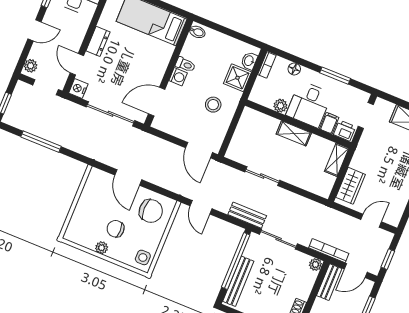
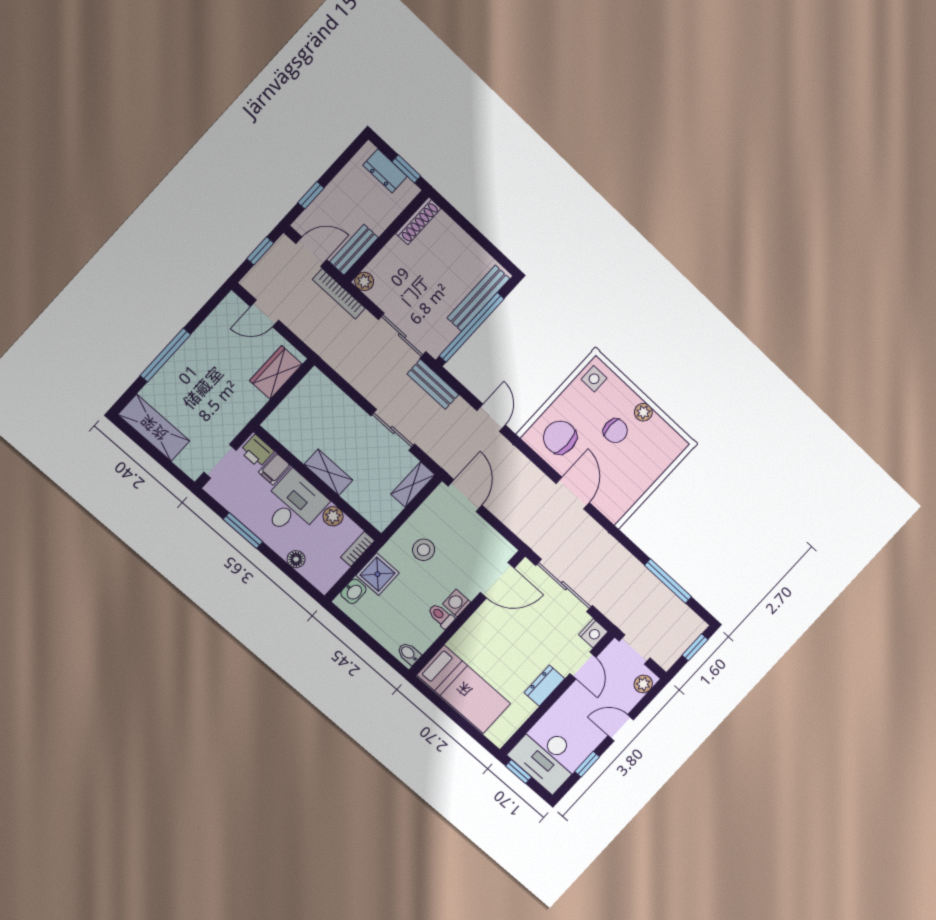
bookcase: (267, 65) -> (358, 549), moved
shelving: (337, 160) -> (413, 485), moved

